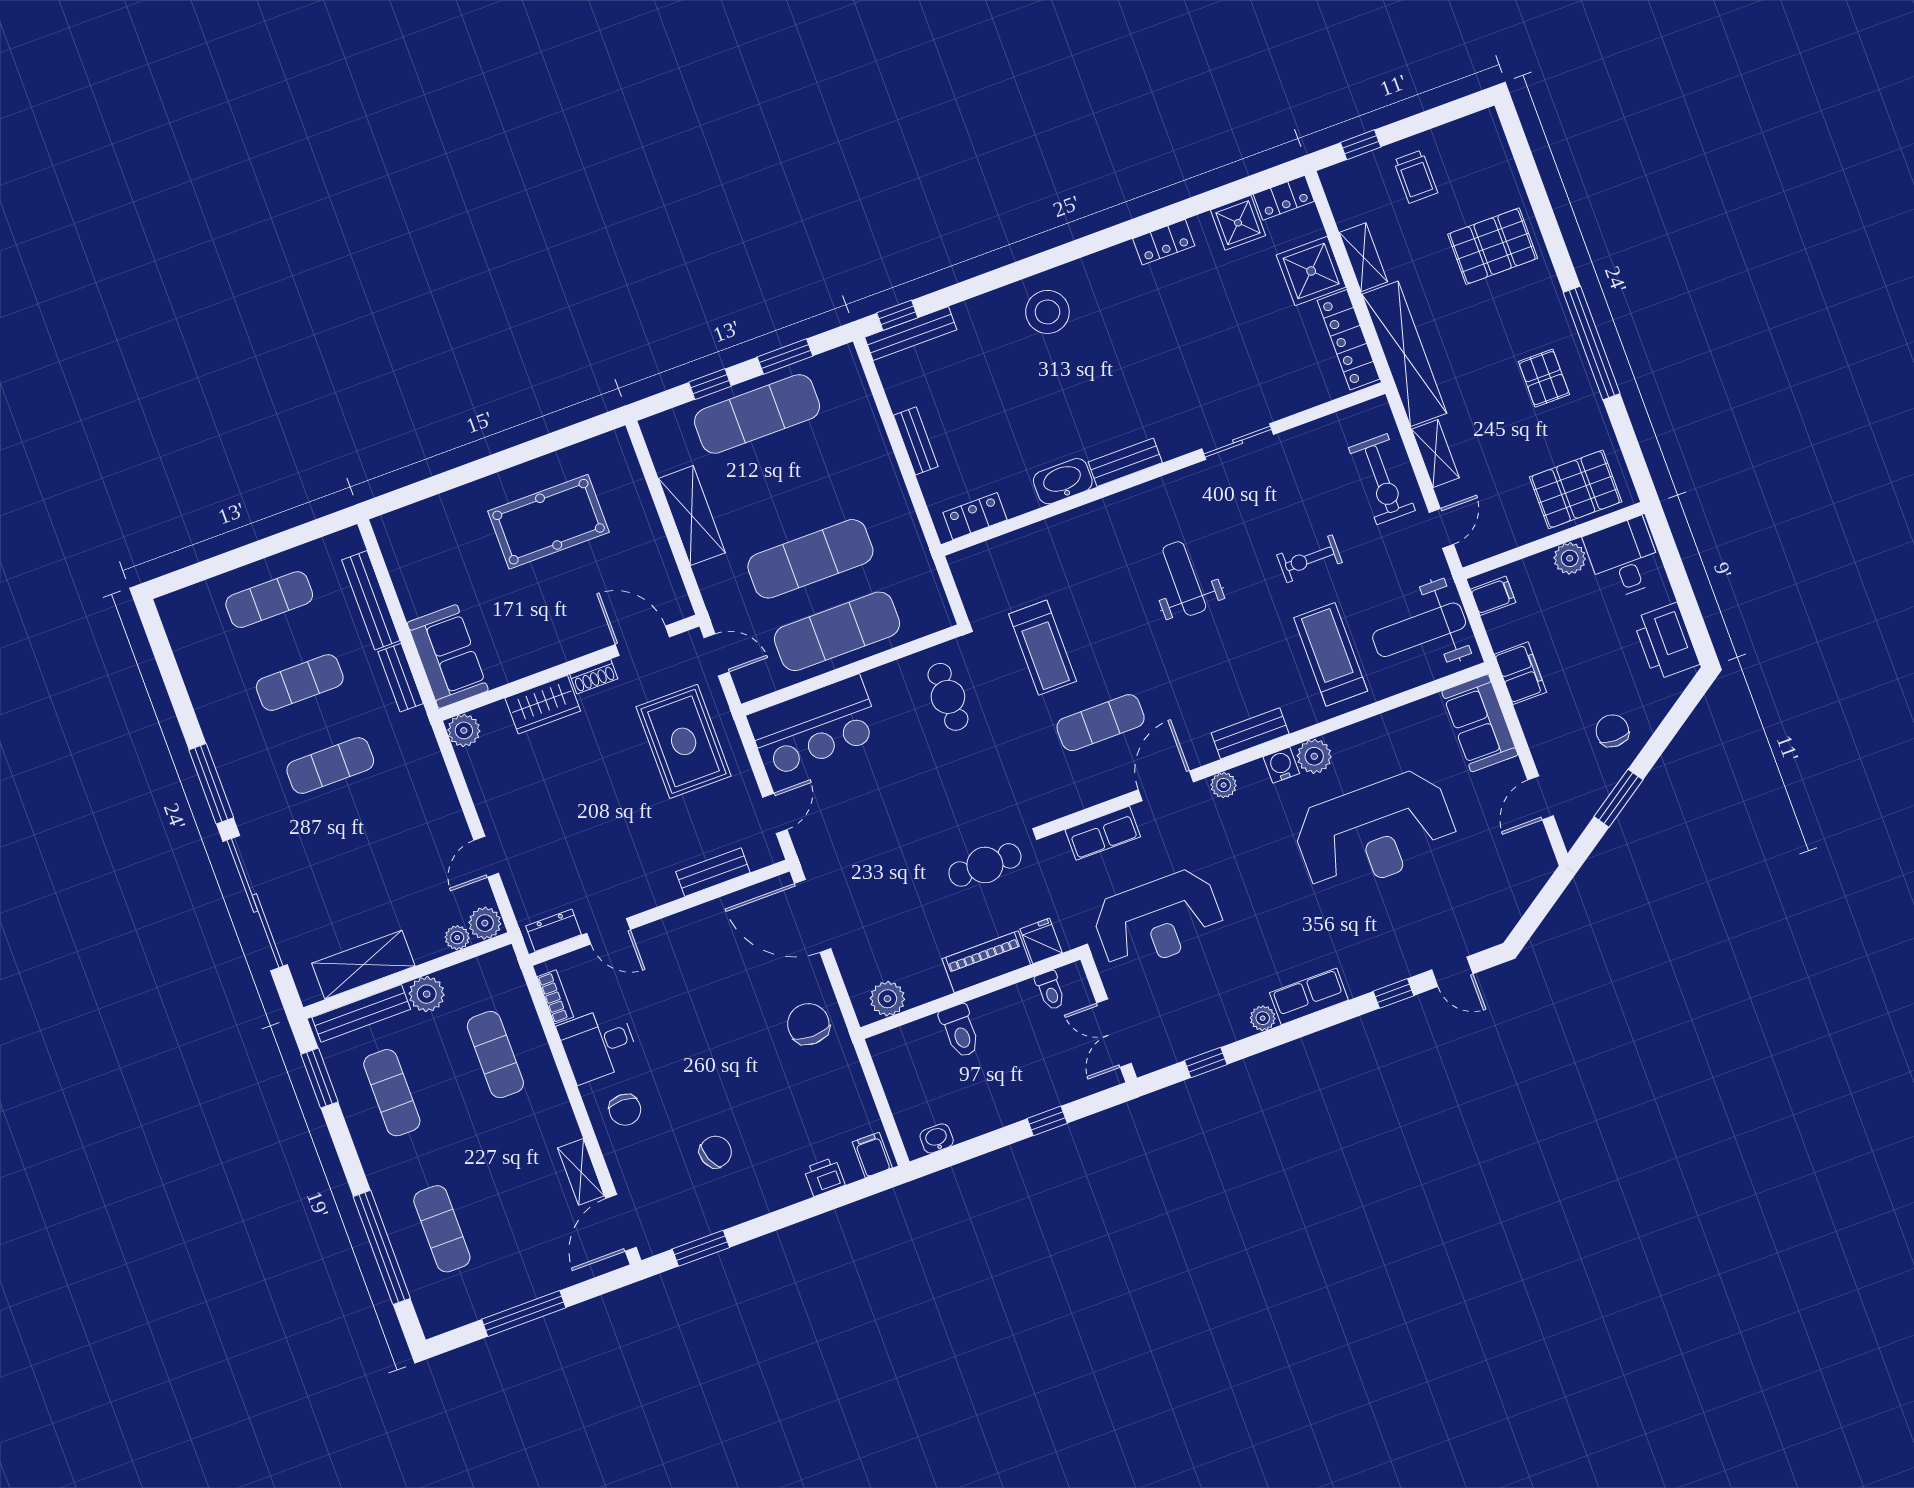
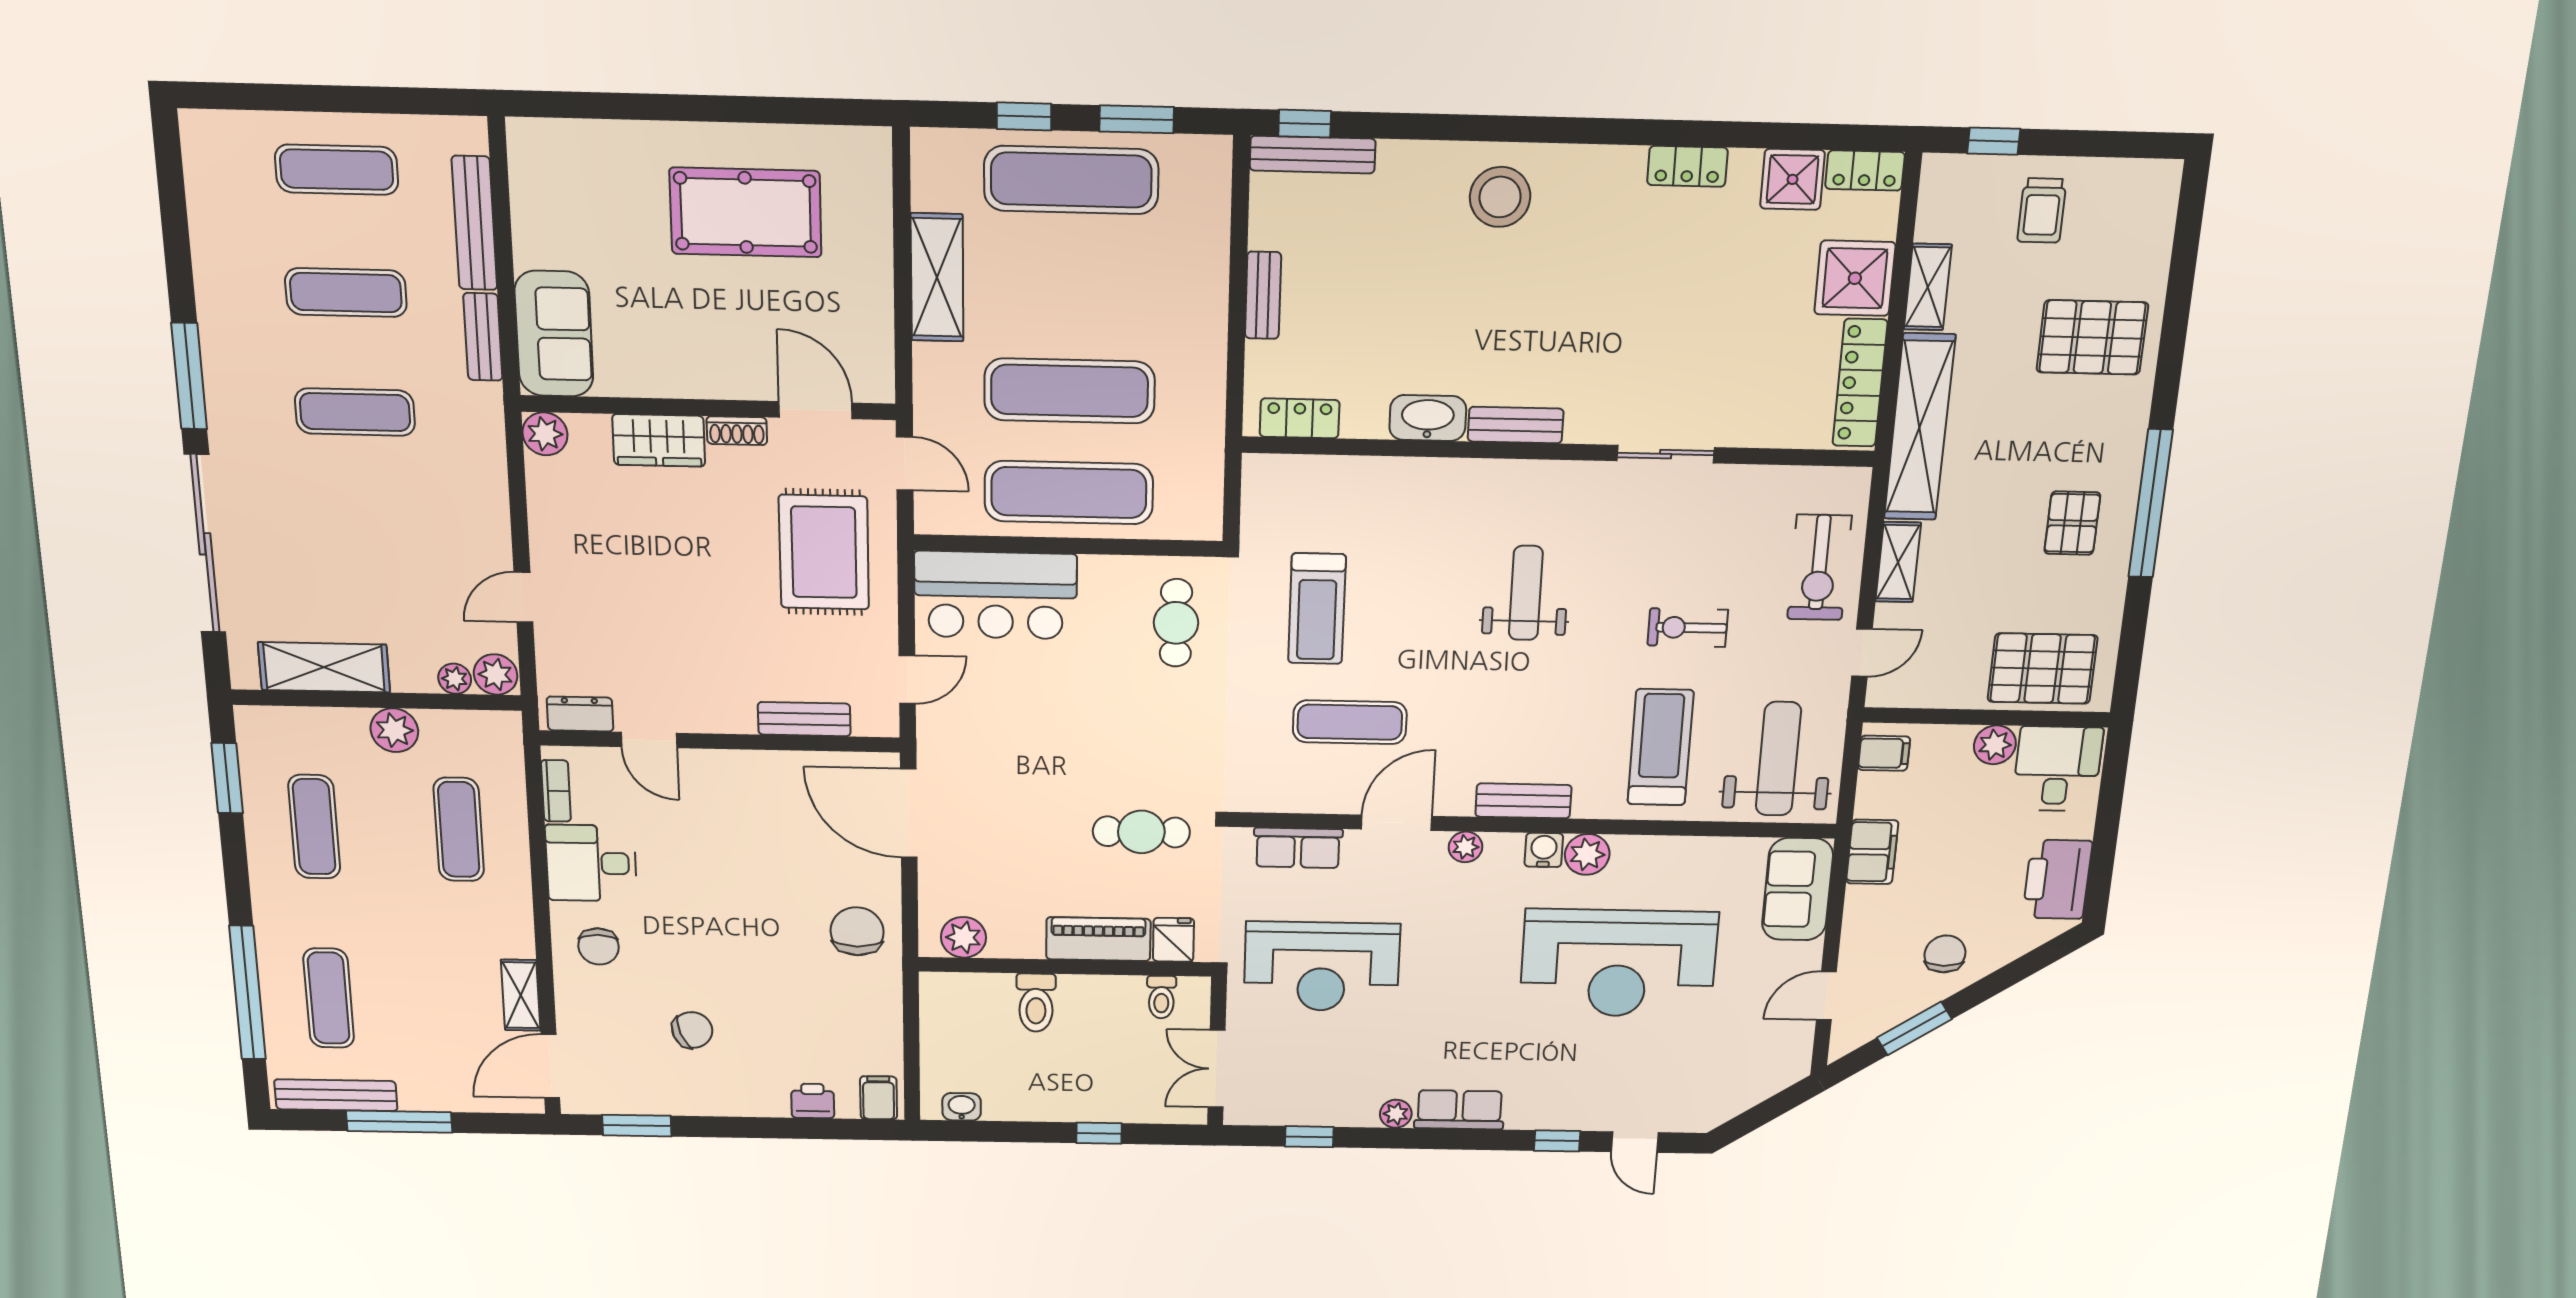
weight bench: (1419, 630) -> (1778, 759), turned 90
bench: (361, 1013) -> (336, 1095), moved

